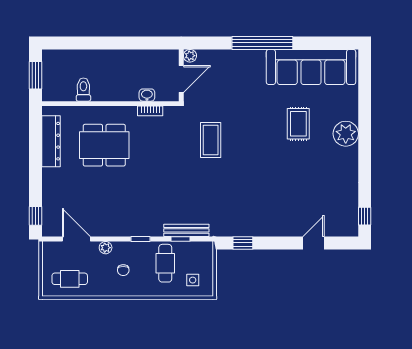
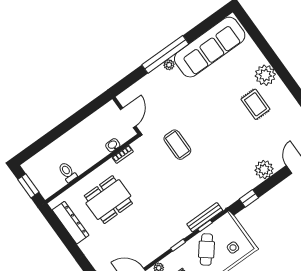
plant: (190, 56) -> (169, 65), moved
rug: (298, 124) -> (255, 104), moved
plant: (278, 225) -> (264, 170), added
cafe table: (165, 263) -> (206, 249), turned 39

